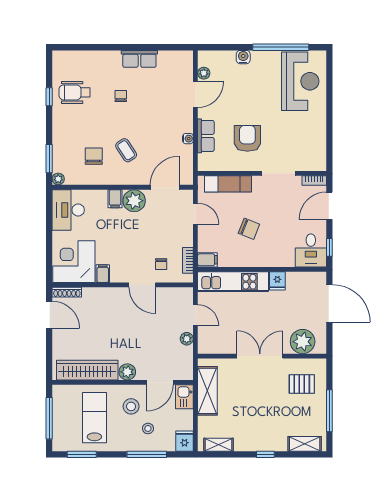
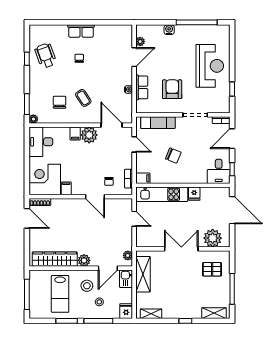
row of seats: (139, 59) -> (81, 31), moved
reception desk: (300, 81) -> (210, 66), moved
wheelchair: (75, 92) -> (46, 56), turned 70
window: (329, 138) -> (232, 89), added
door: (165, 187) -> (112, 125), hinge flipped
plant: (187, 339) -> (128, 255), moved
lab bench: (94, 418) -> (60, 294), turned 180
window: (82, 454) -> (67, 321), moved

